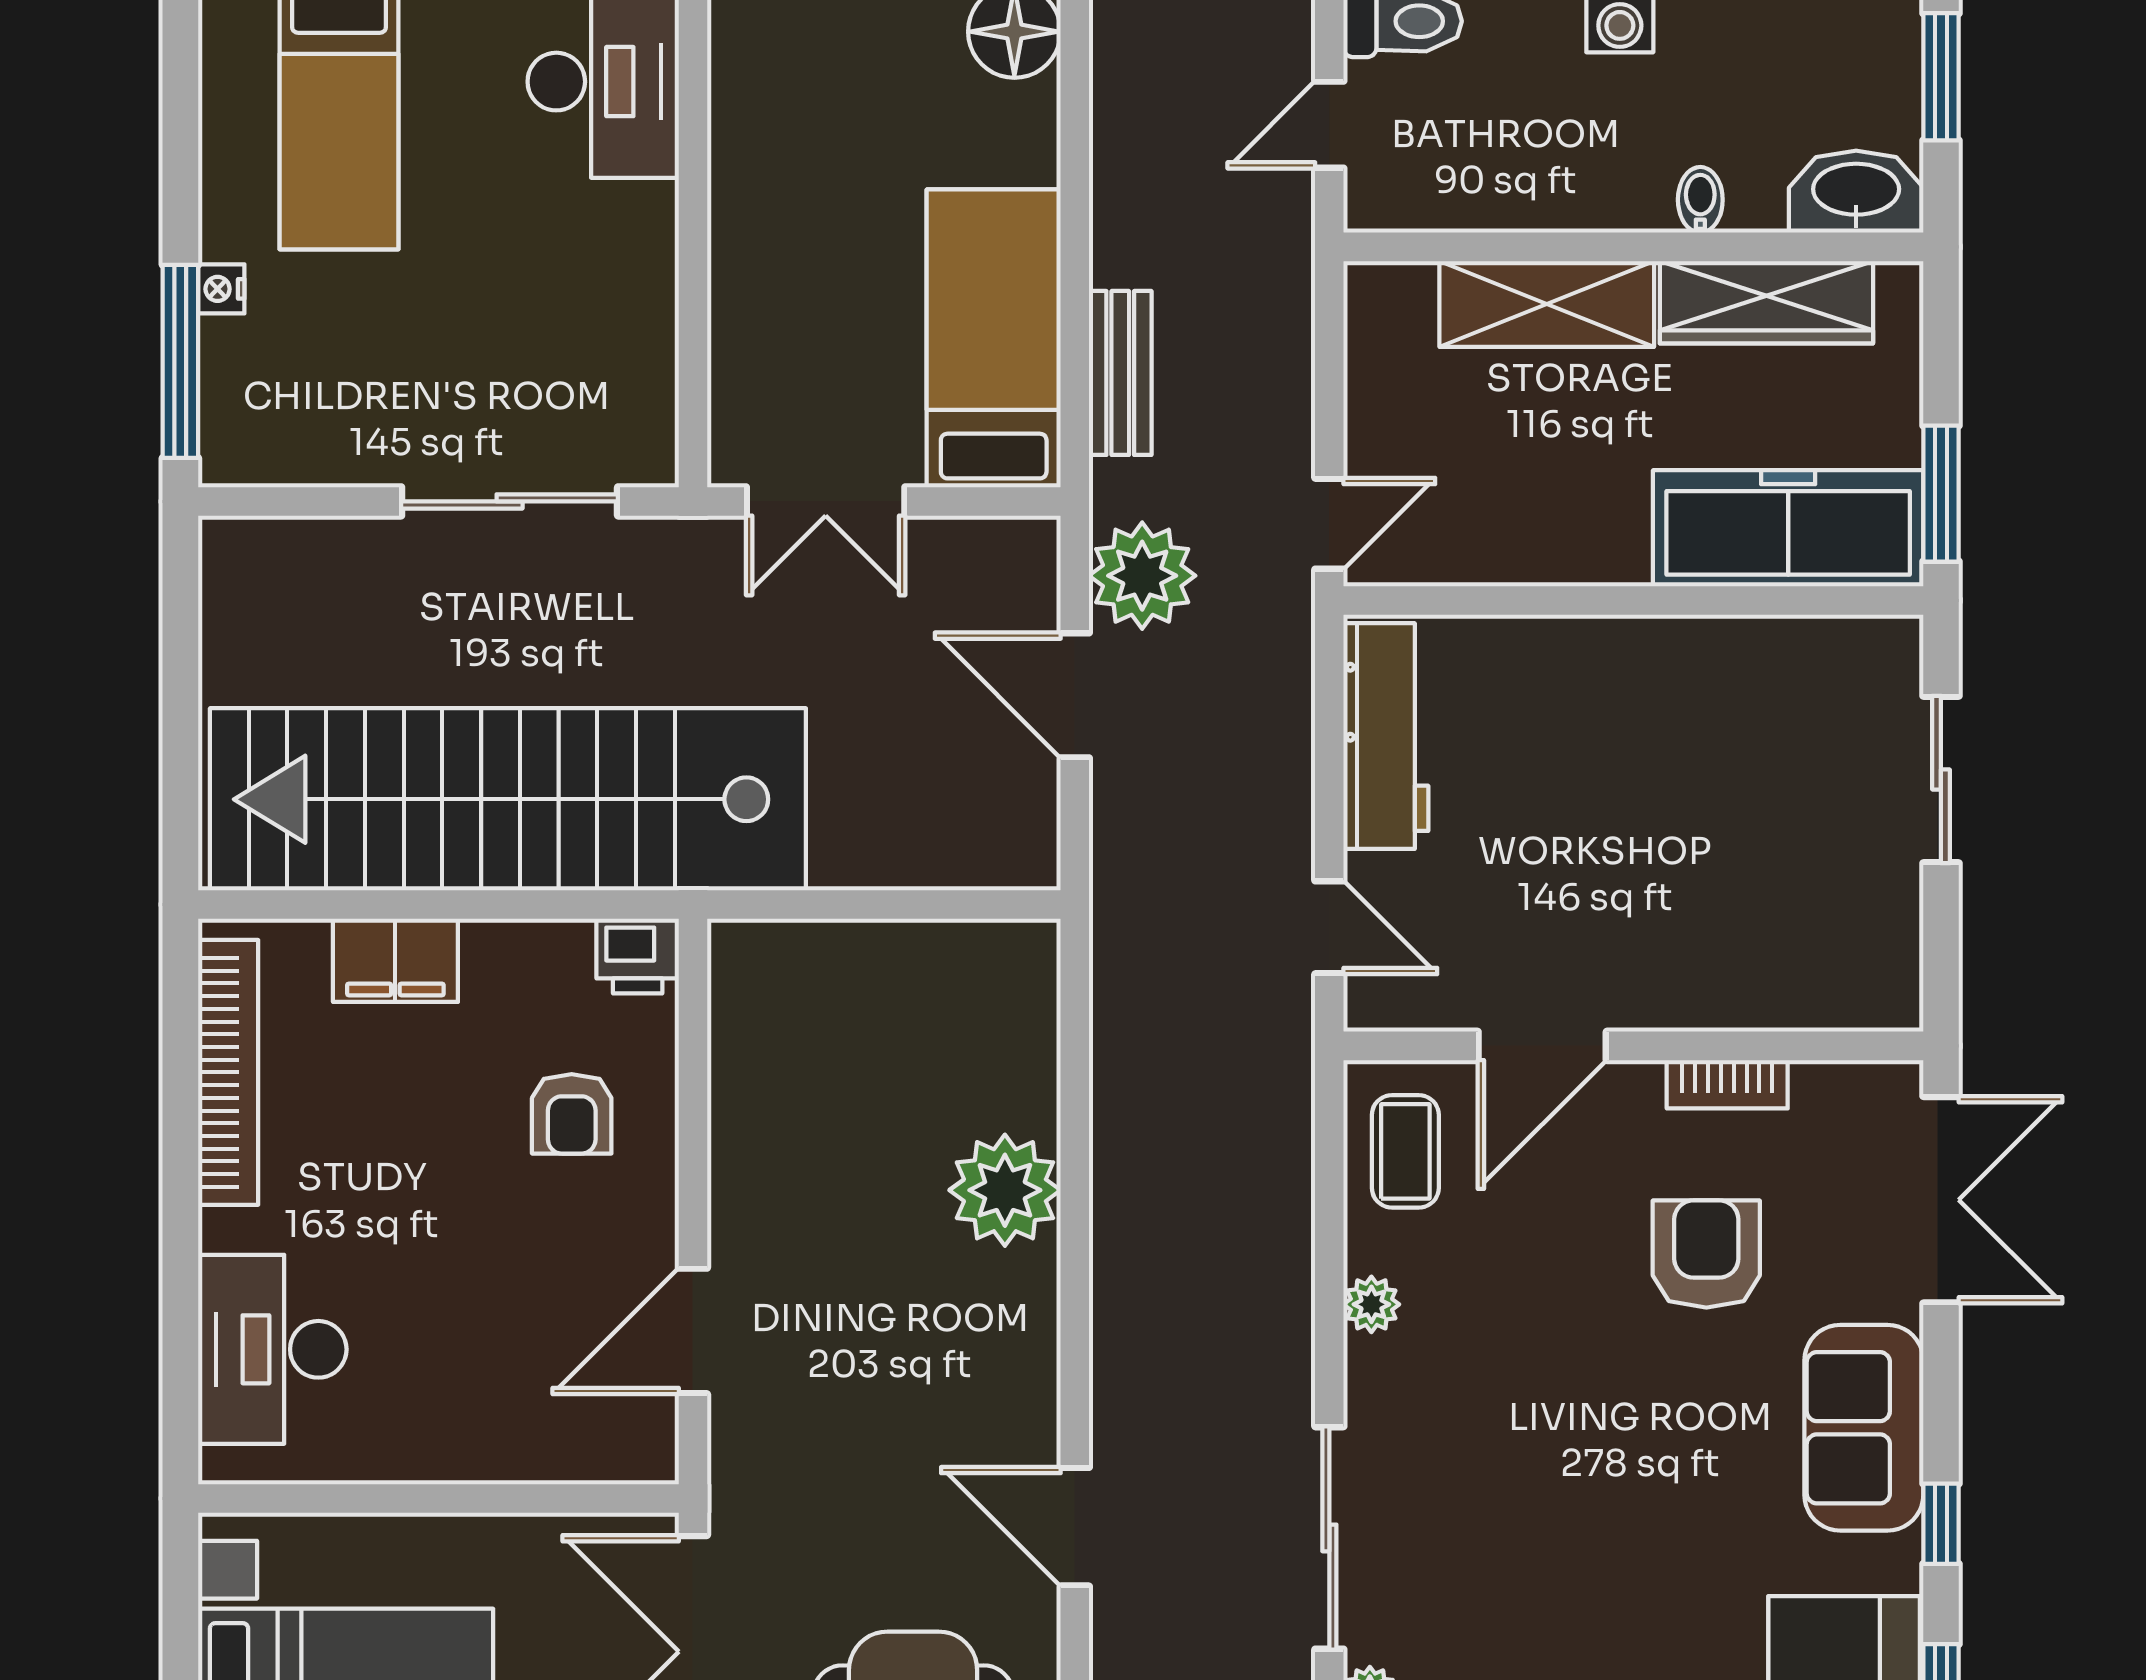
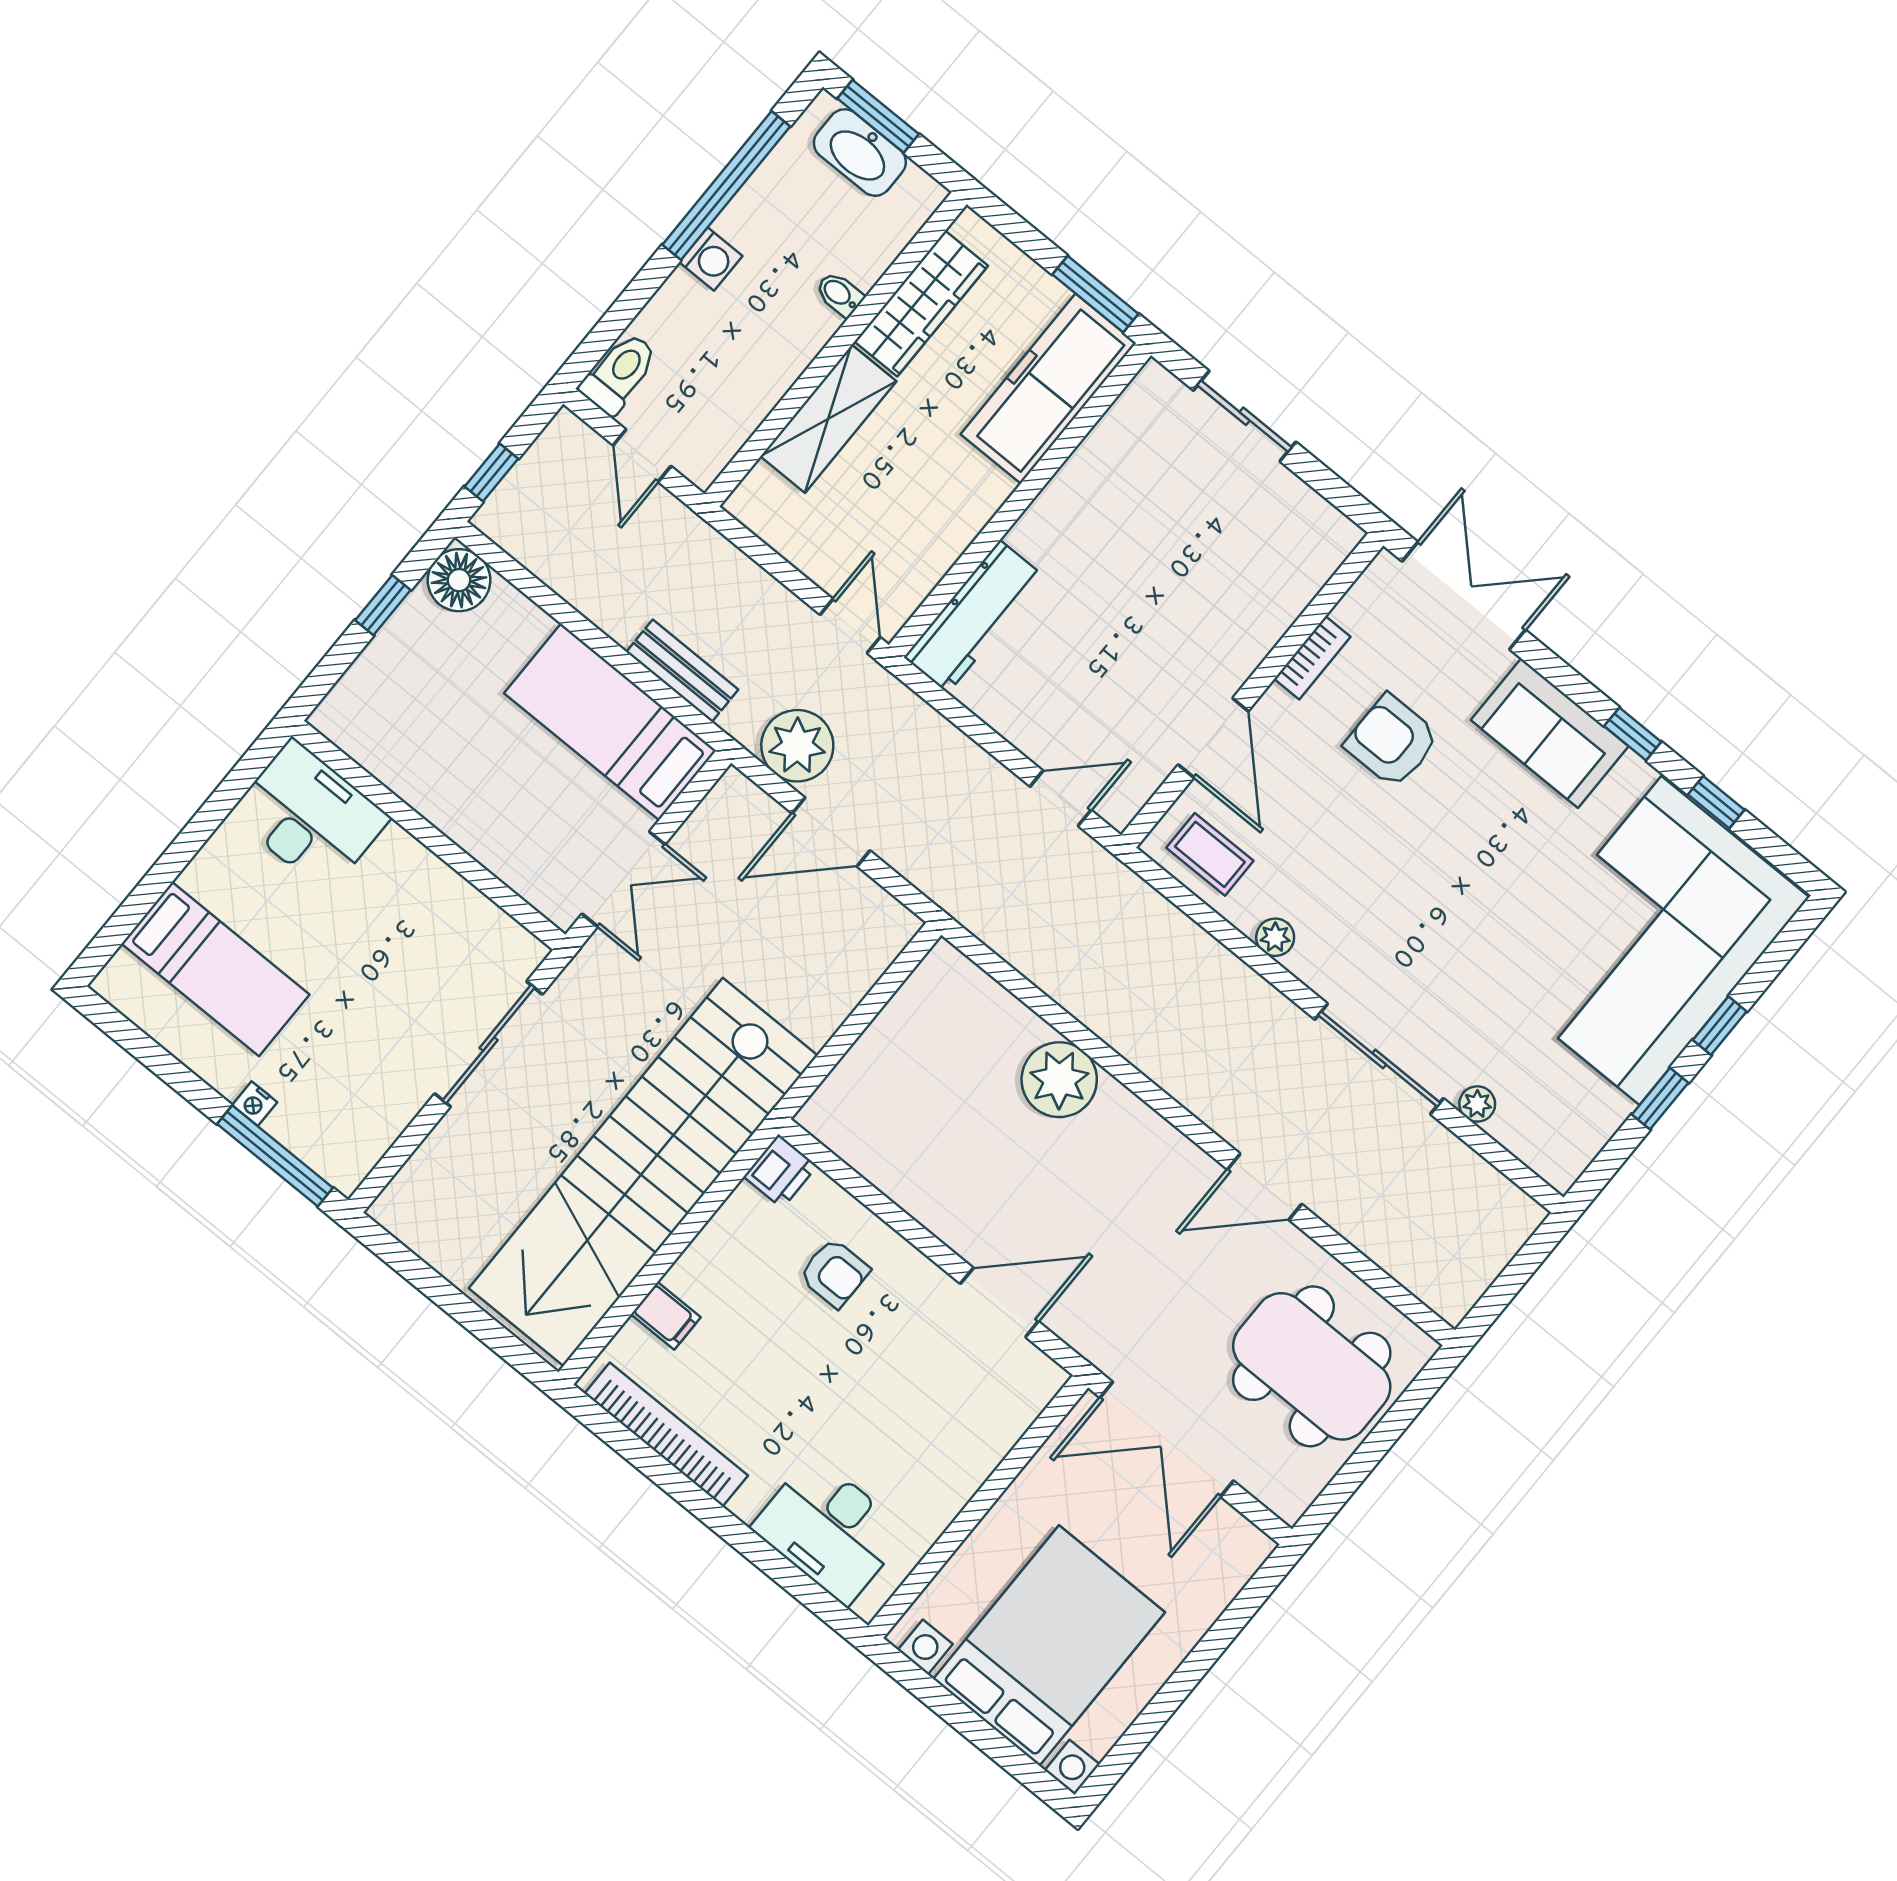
washbasin: (1856, 192) -> (860, 153), moved, turned -90
workbench: (1386, 736) -> (974, 617), moved, turned 90
filing cabinet: (395, 960) -> (666, 1316), width x0.50
door: (693, 1331) -> (999, 1302), swing flipped

